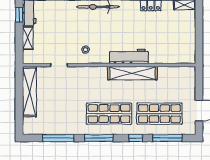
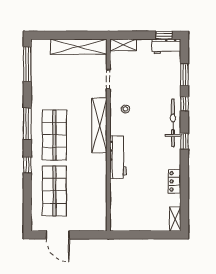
shelving: (28, 38) -> (123, 45), moved
shelving: (132, 73) -> (99, 125), moved
window: (58, 138) -> (27, 64), moved
window: (167, 138) -> (27, 200), removed

